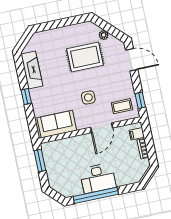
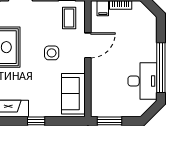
door: (102, 128) -> (88, 45), hinge flipped
desk: (98, 178) -> (142, 81), moved

